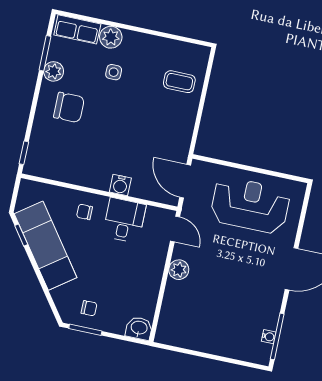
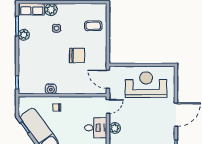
chair: (69, 107) -> (77, 55), moved
water cooler: (120, 185) -> (51, 89), moved
desk: (124, 220) -> (96, 128), moved, turned 90
door: (175, 229) -> (108, 106), hinge flipped

